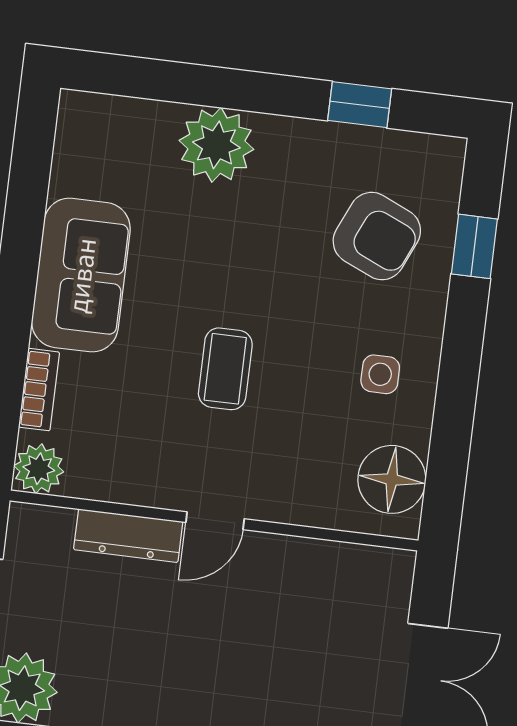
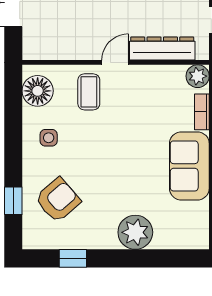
armchair: (377, 236) -> (58, 200), turned 115
coffee table: (225, 369) -> (89, 92), moved
dresser: (128, 536) -> (162, 49), width x1.37, depth x1.24

